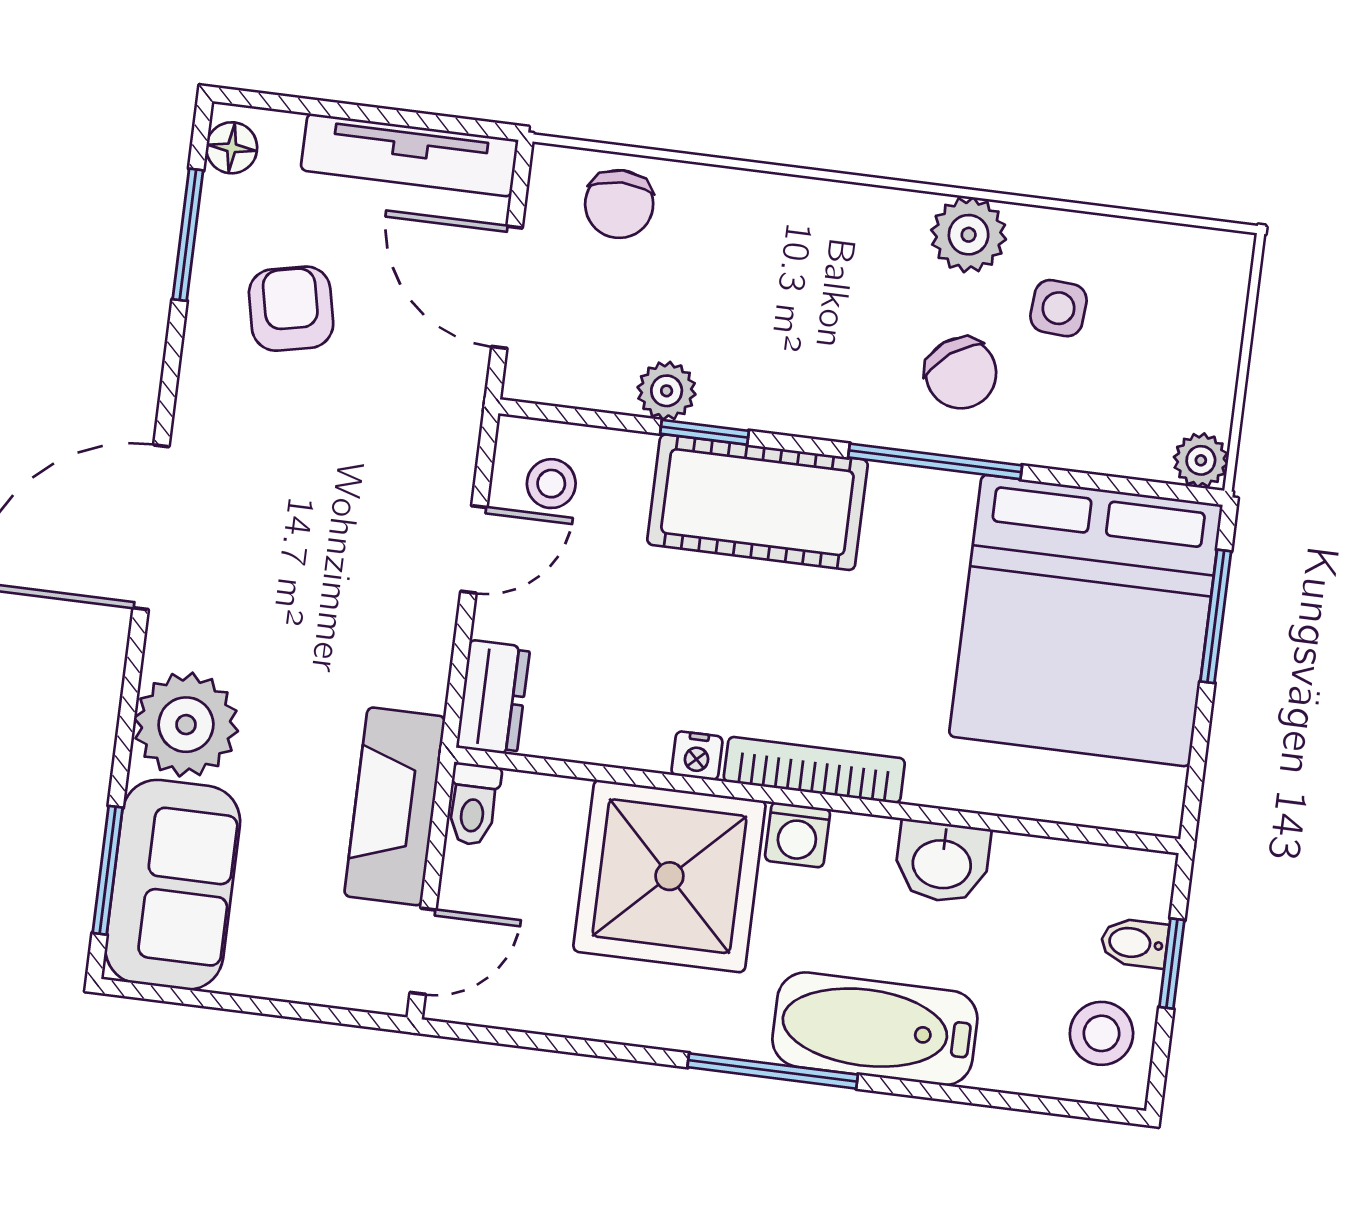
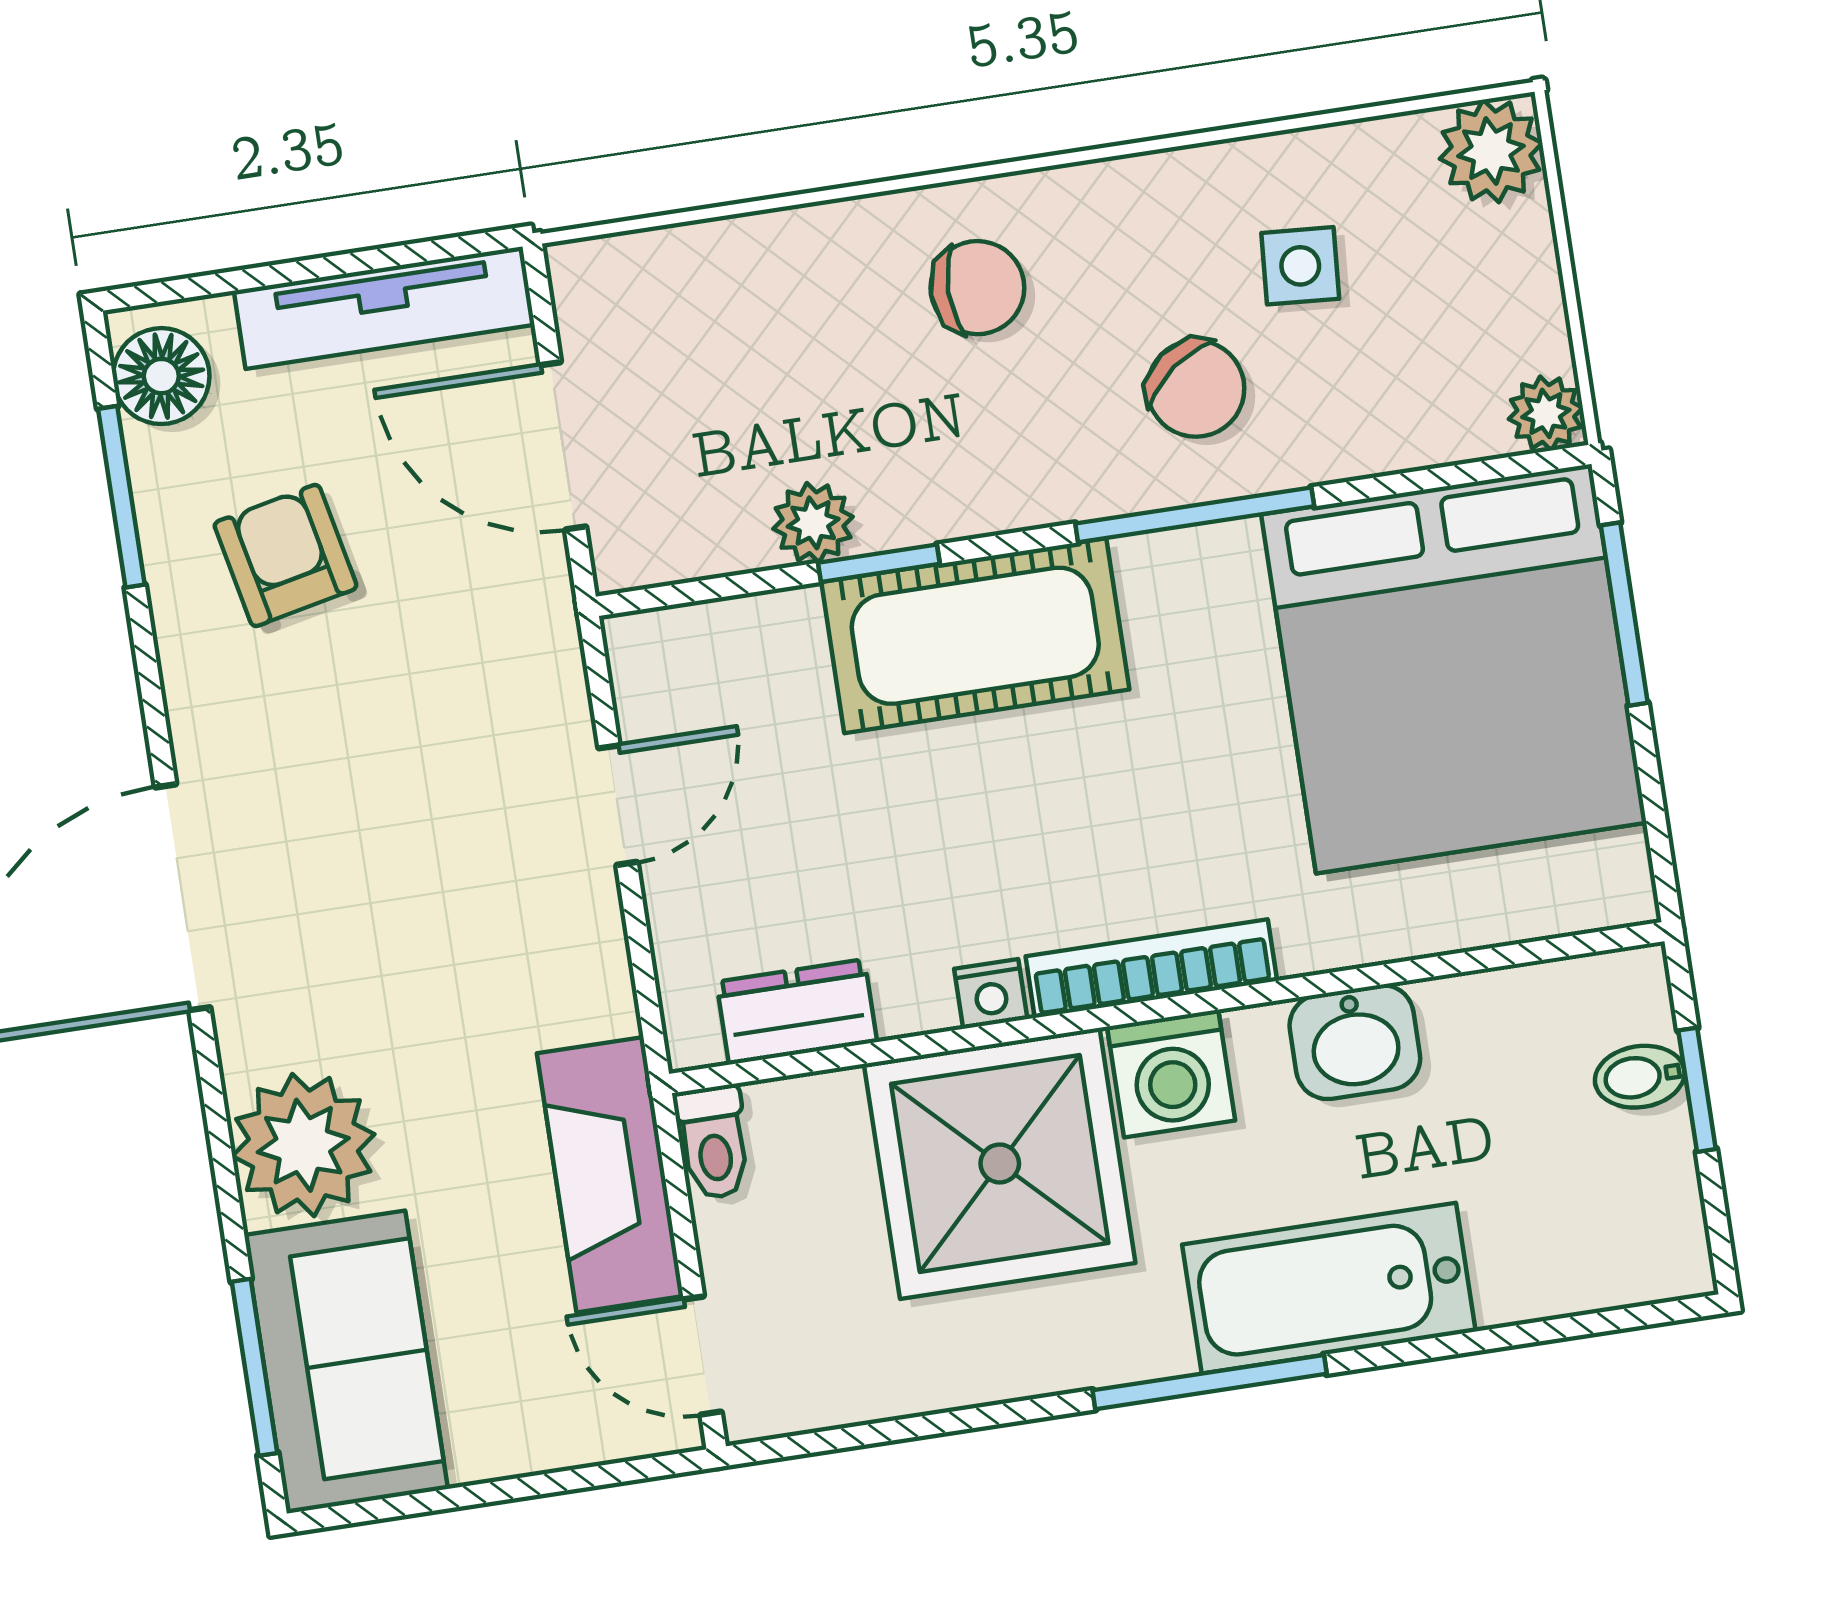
floor lamp: (232, 148) -> (161, 376), width x1.37, depth x1.37
chair: (619, 204) -> (977, 288), moved, turned -90
plant: (969, 235) -> (1491, 151), moved
stool: (551, 484) -> (696, 689), removed
dresser: (493, 698) -> (797, 1012), moved, turned -90
washing machine: (798, 835) -> (1171, 1074), width x1.38, depth x1.38
door: (423, 951) -> (702, 1356), swing flipped
stool: (1101, 1033) -> (1630, 1209), removed

